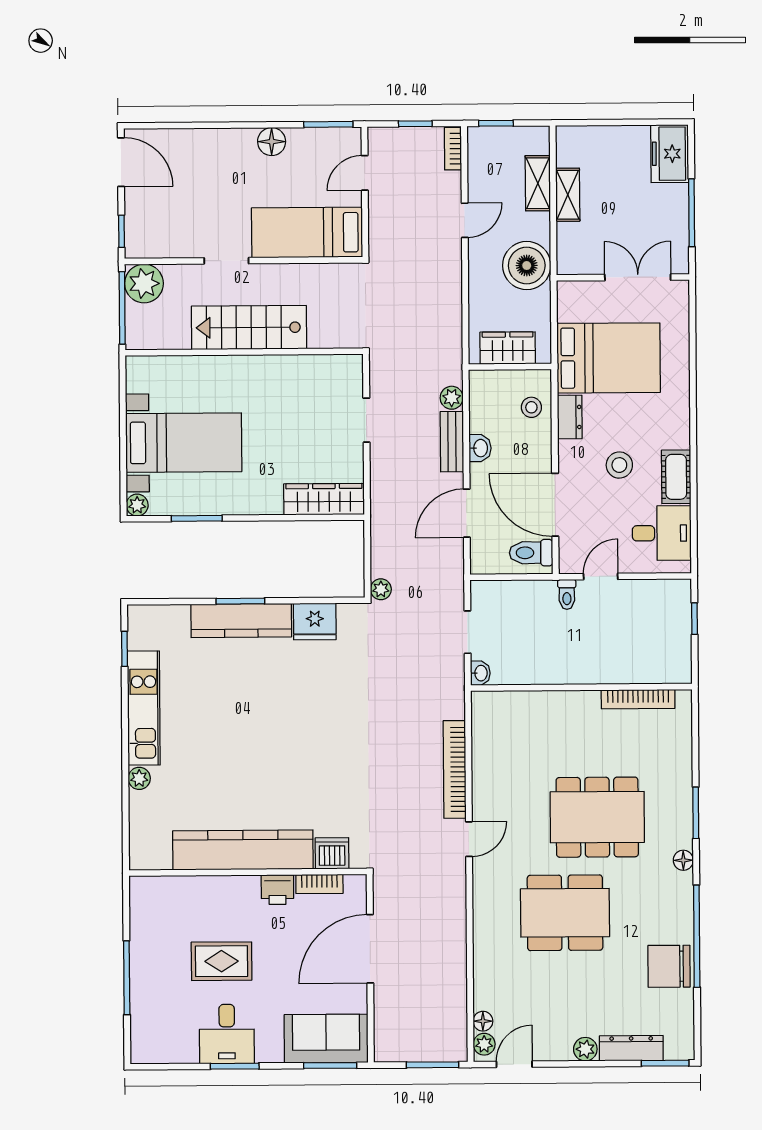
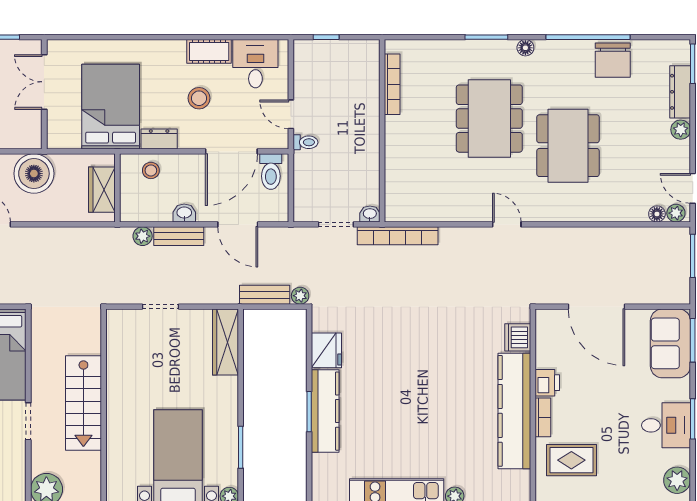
bench: (382, 546) -> (265, 295), added
bookcase: (455, 769) -> (398, 236), moved
bookcase: (319, 884) -> (543, 417), moved
rug: (222, 961) -> (571, 460), moved, turned 90
plant: (160, 1048) -> (677, 480), added

